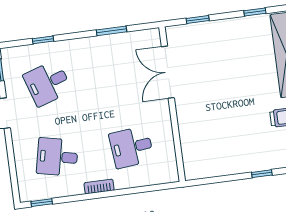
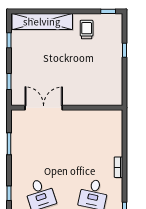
double door: (168, 72) -> (44, 108), swing flipped
desk: (132, 147) -> (93, 140), removed

